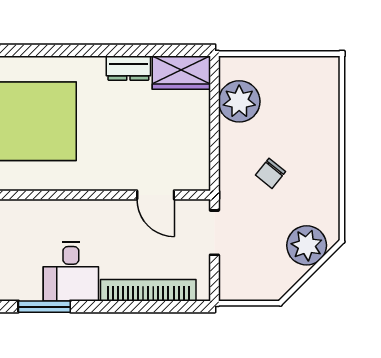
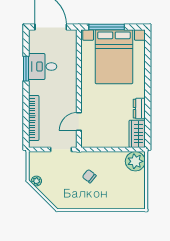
plant: (239, 101) -> (135, 161), moved
plant: (307, 245) -> (36, 181), moved, width x0.53, depth x0.53
desk: (71, 271) -> (43, 67), moved

